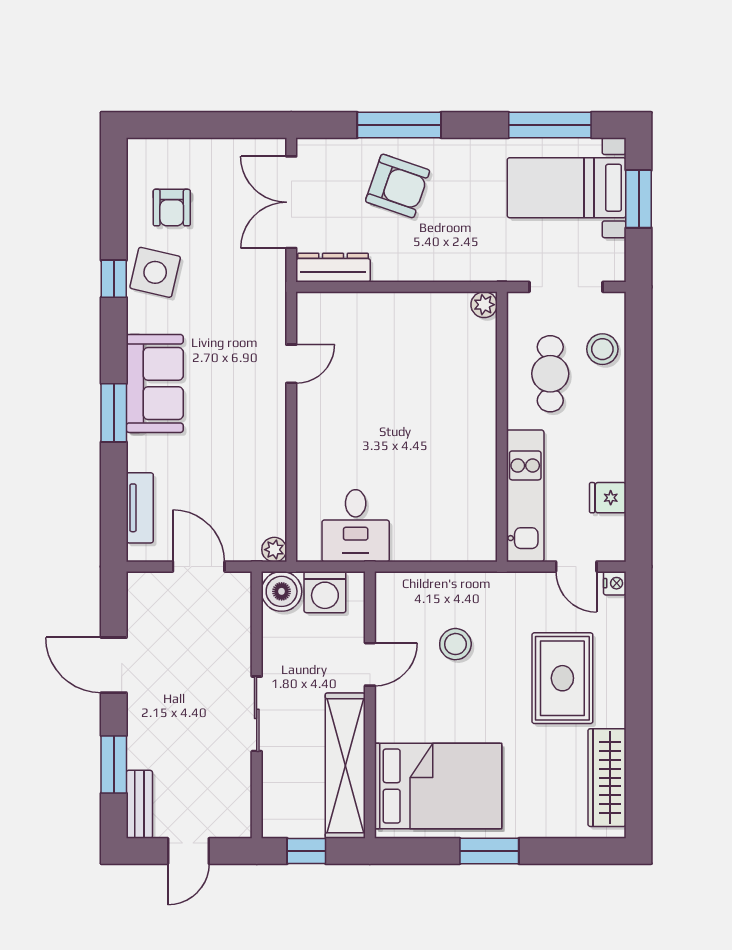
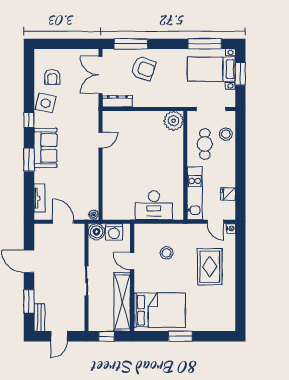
window: (399, 125) -> (131, 44), moved
window: (114, 279) -> (29, 120), moved
plant: (484, 305) -> (174, 121), width x1.87, depth x1.87
desk: (356, 526) -> (154, 205), moved, width x1.37
door: (370, 664) -> (132, 261), swing flipped
wardrobe: (607, 778) -> (228, 307), removed

